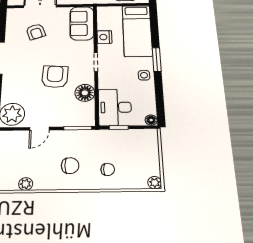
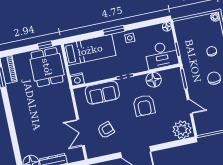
sofa: (82, 23) -> (102, 93), moved
nightstand: (104, 37) -> (77, 79), moved
armchair: (55, 77) -> (144, 105), turned -94

